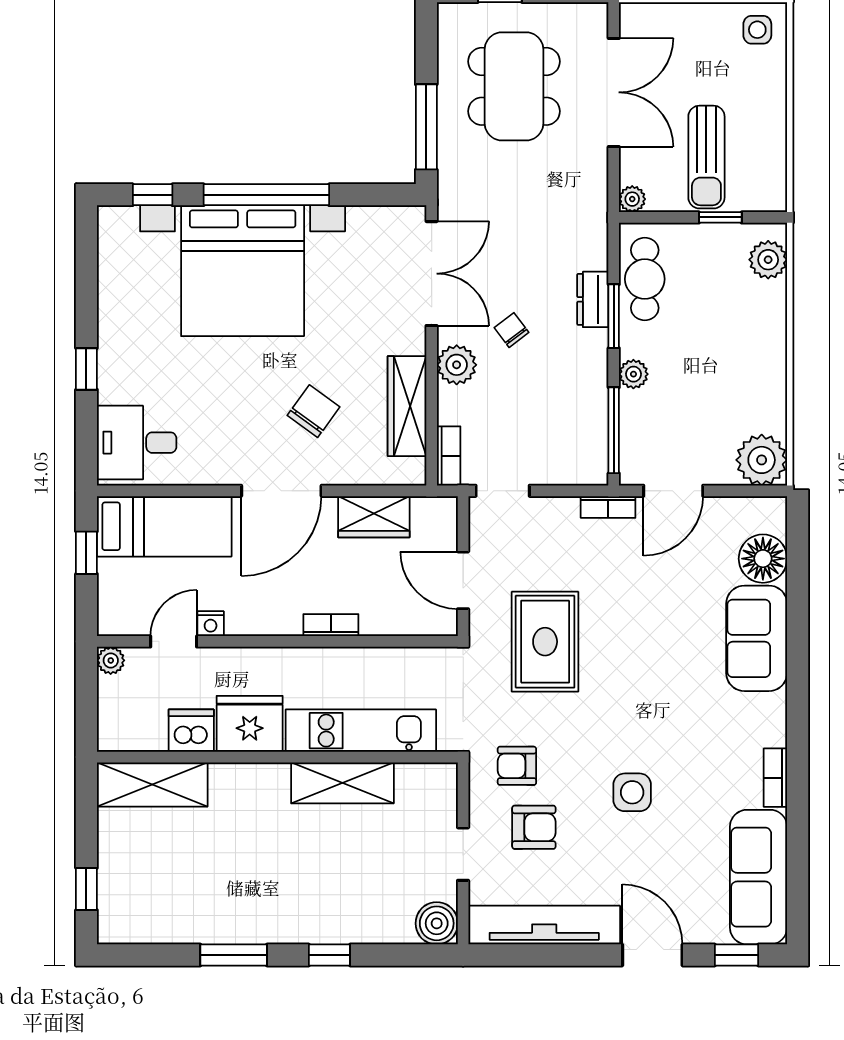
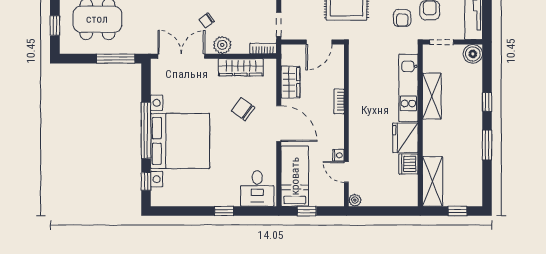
fridge: (250, 724) -> (405, 138), moved
dishwasher: (191, 731) -> (408, 164), moved
kitchen unit: (361, 731) -> (408, 88), moved
wall: (277, 757) -> (420, 125), moved
shelving: (342, 783) -> (432, 96), moved
shelving: (152, 784) -> (433, 181), moved

